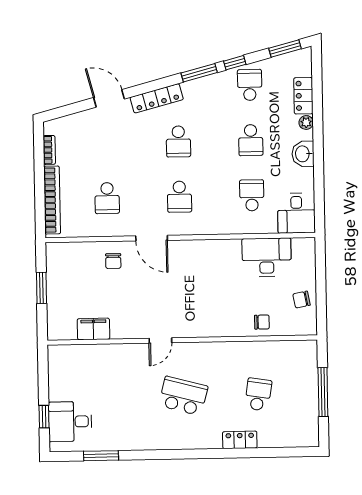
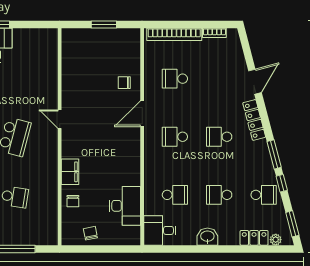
plant: (306, 122) -> (276, 240), moved
filing cabinet: (93, 329) -> (70, 172), moved

